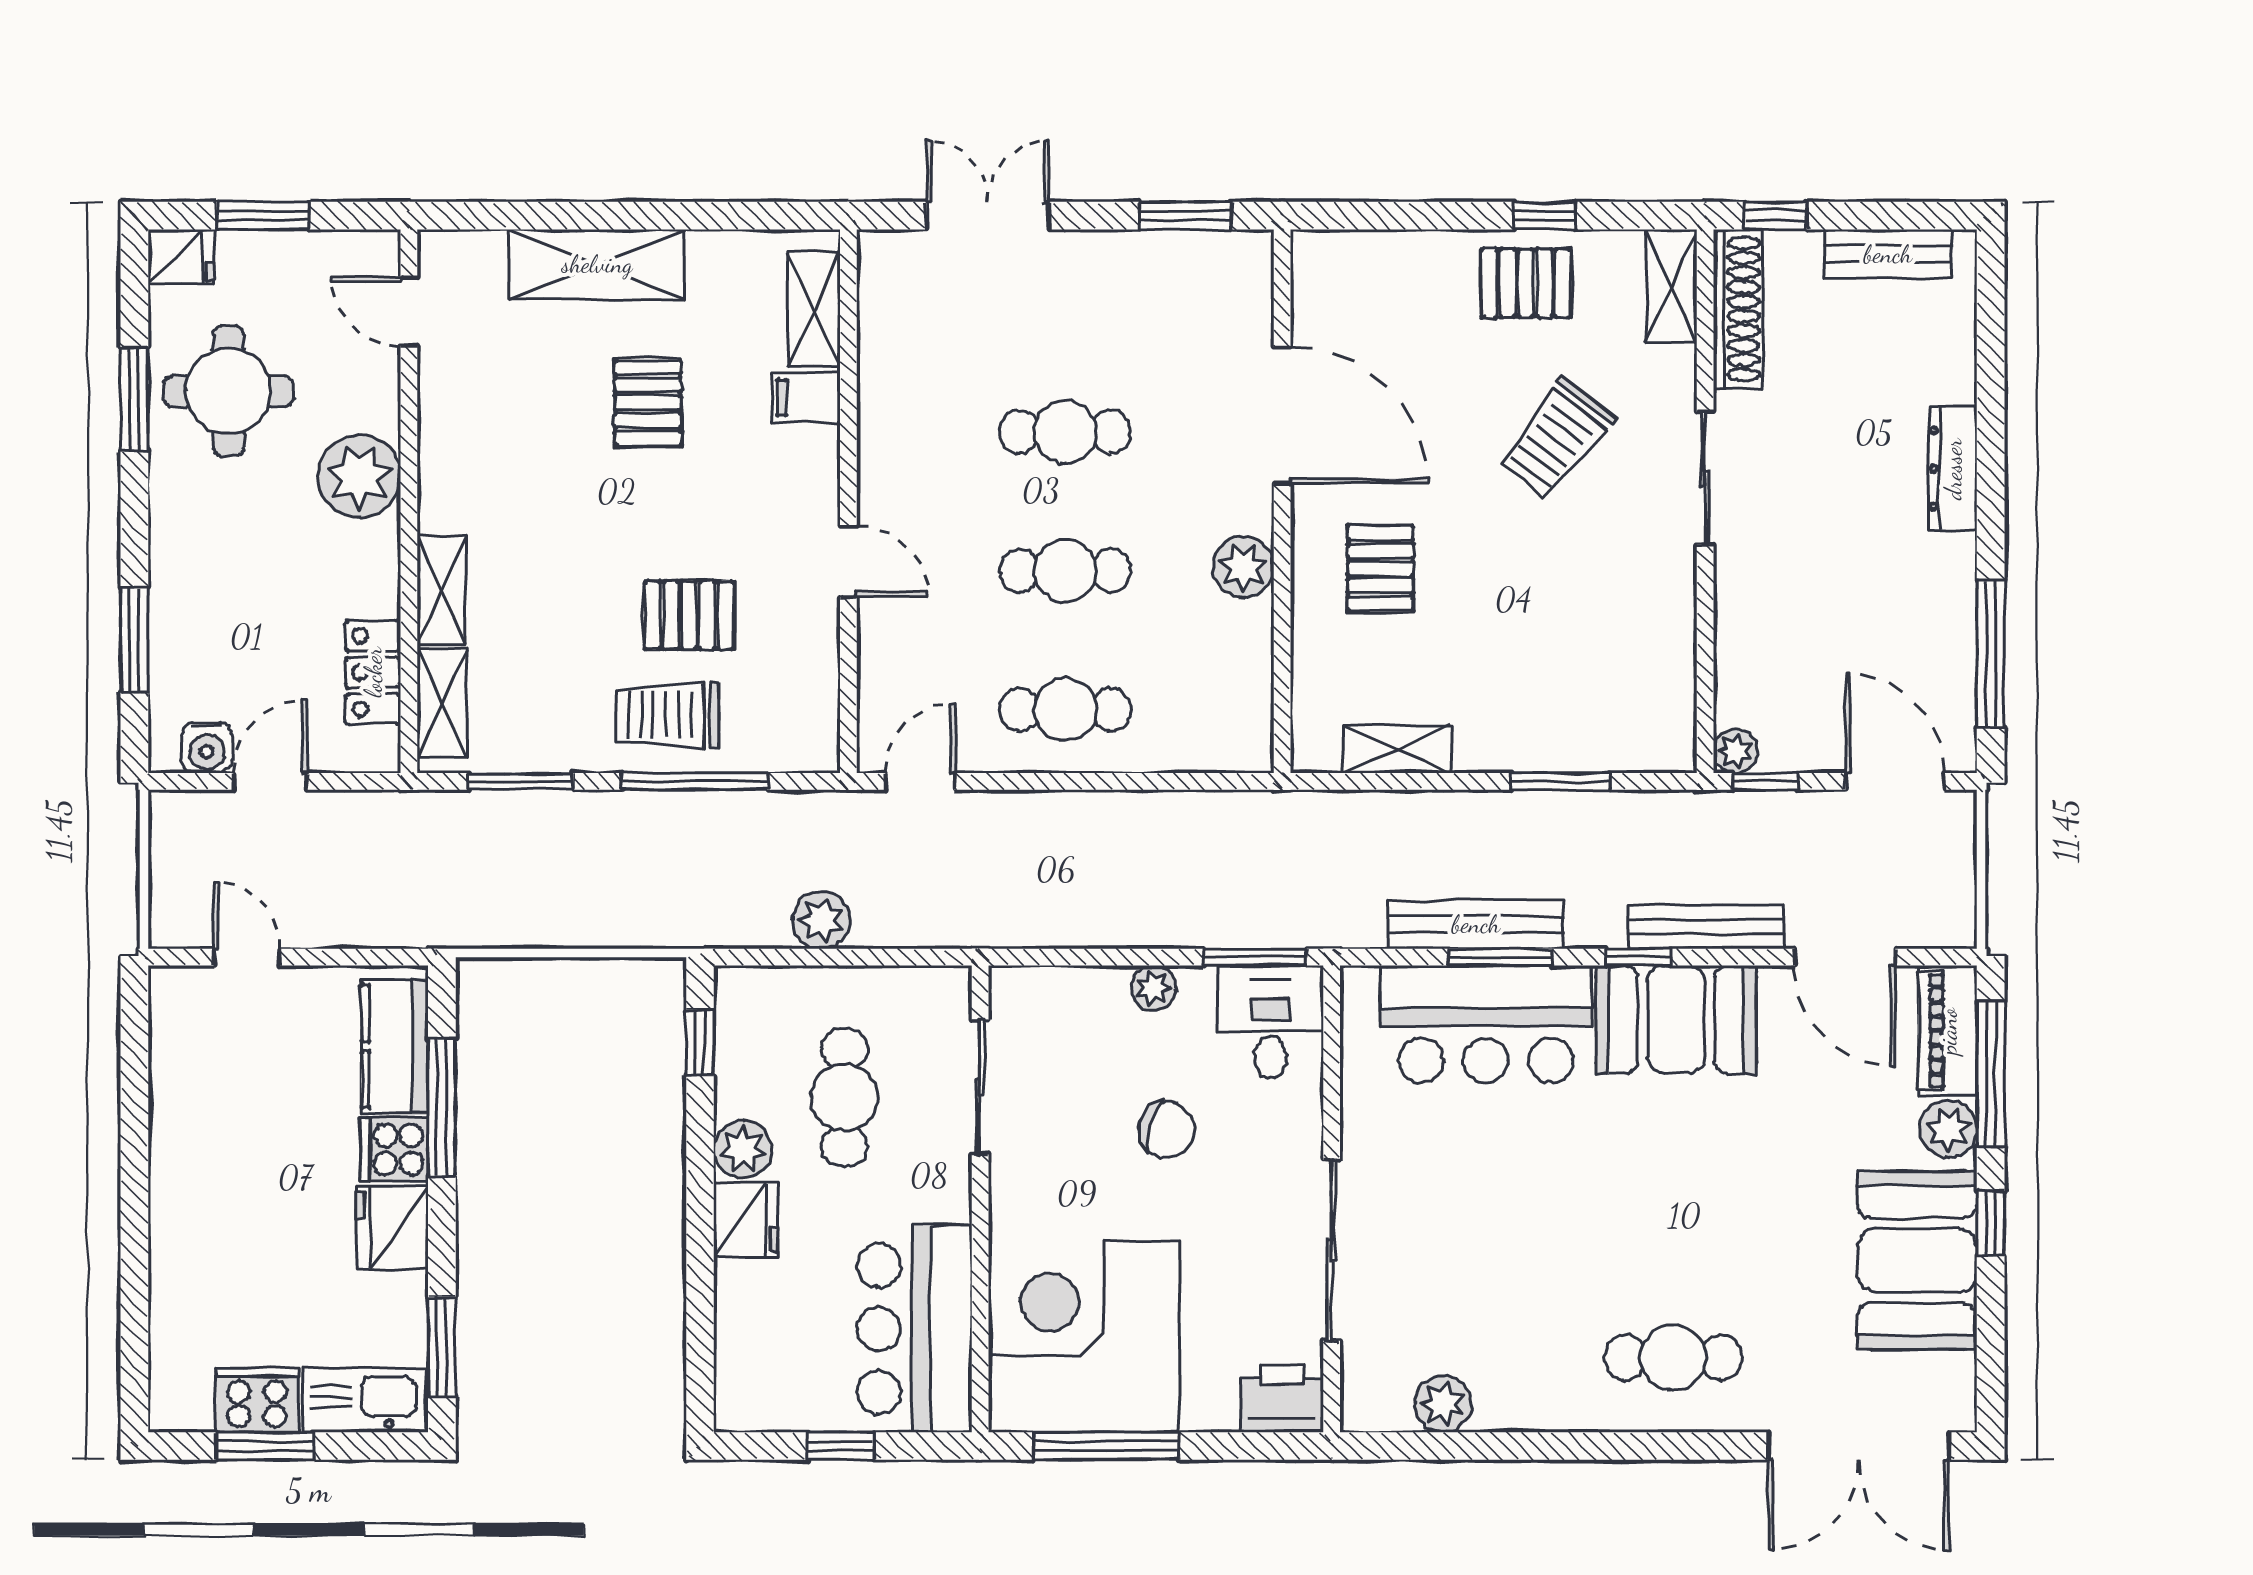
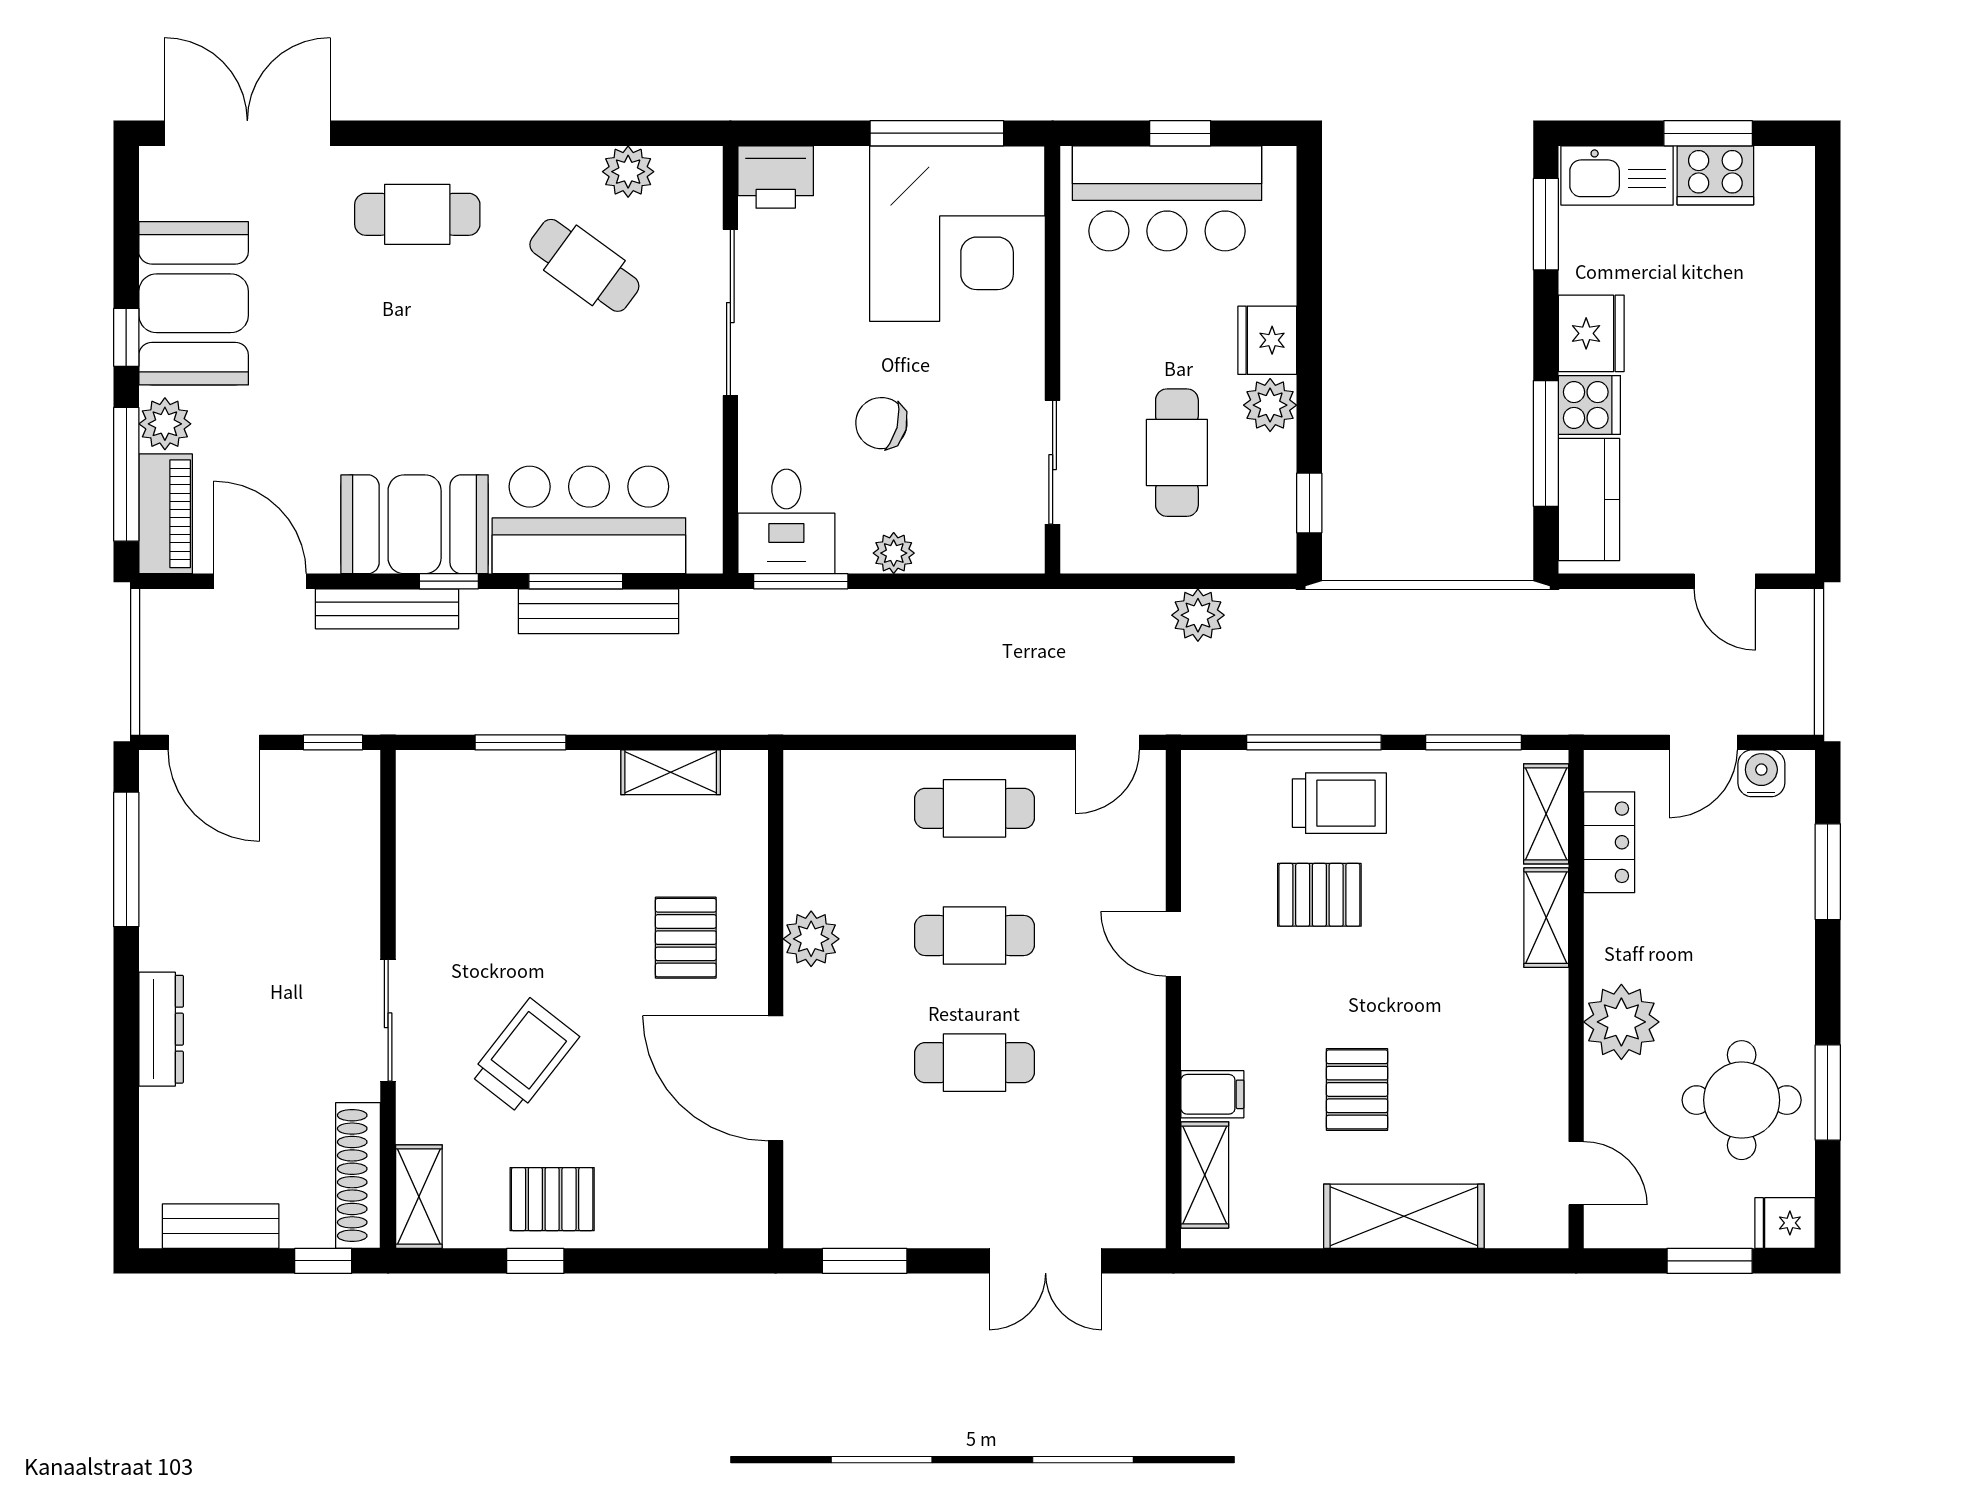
plant: (1735, 751) -> (360, 770), removed
cafe table: (1491, 1302) -> (584, 265), added
bar counter: (914, 1329) -> (1167, 198), moved, turned 90

